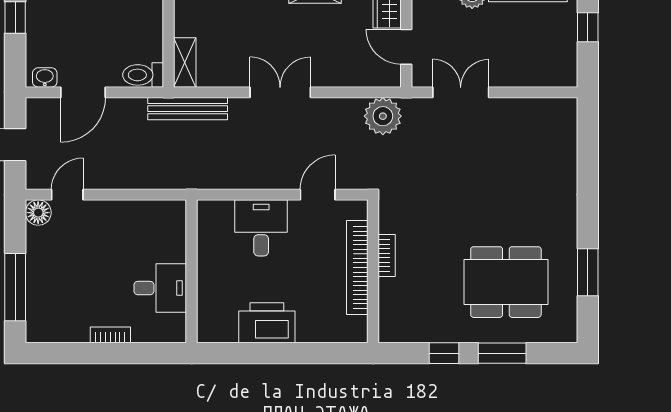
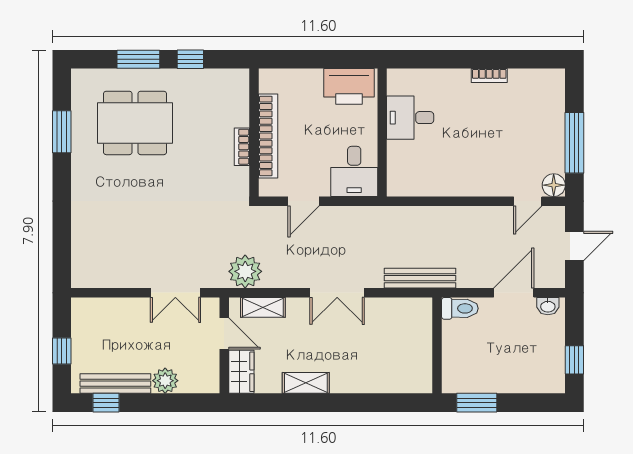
shelving: (185, 62) -> (263, 307), moved, turned 90
wall: (192, 271) -> (382, 133), moved
window: (15, 287) -> (574, 143), moved
desk: (160, 288) -> (410, 118), moved

